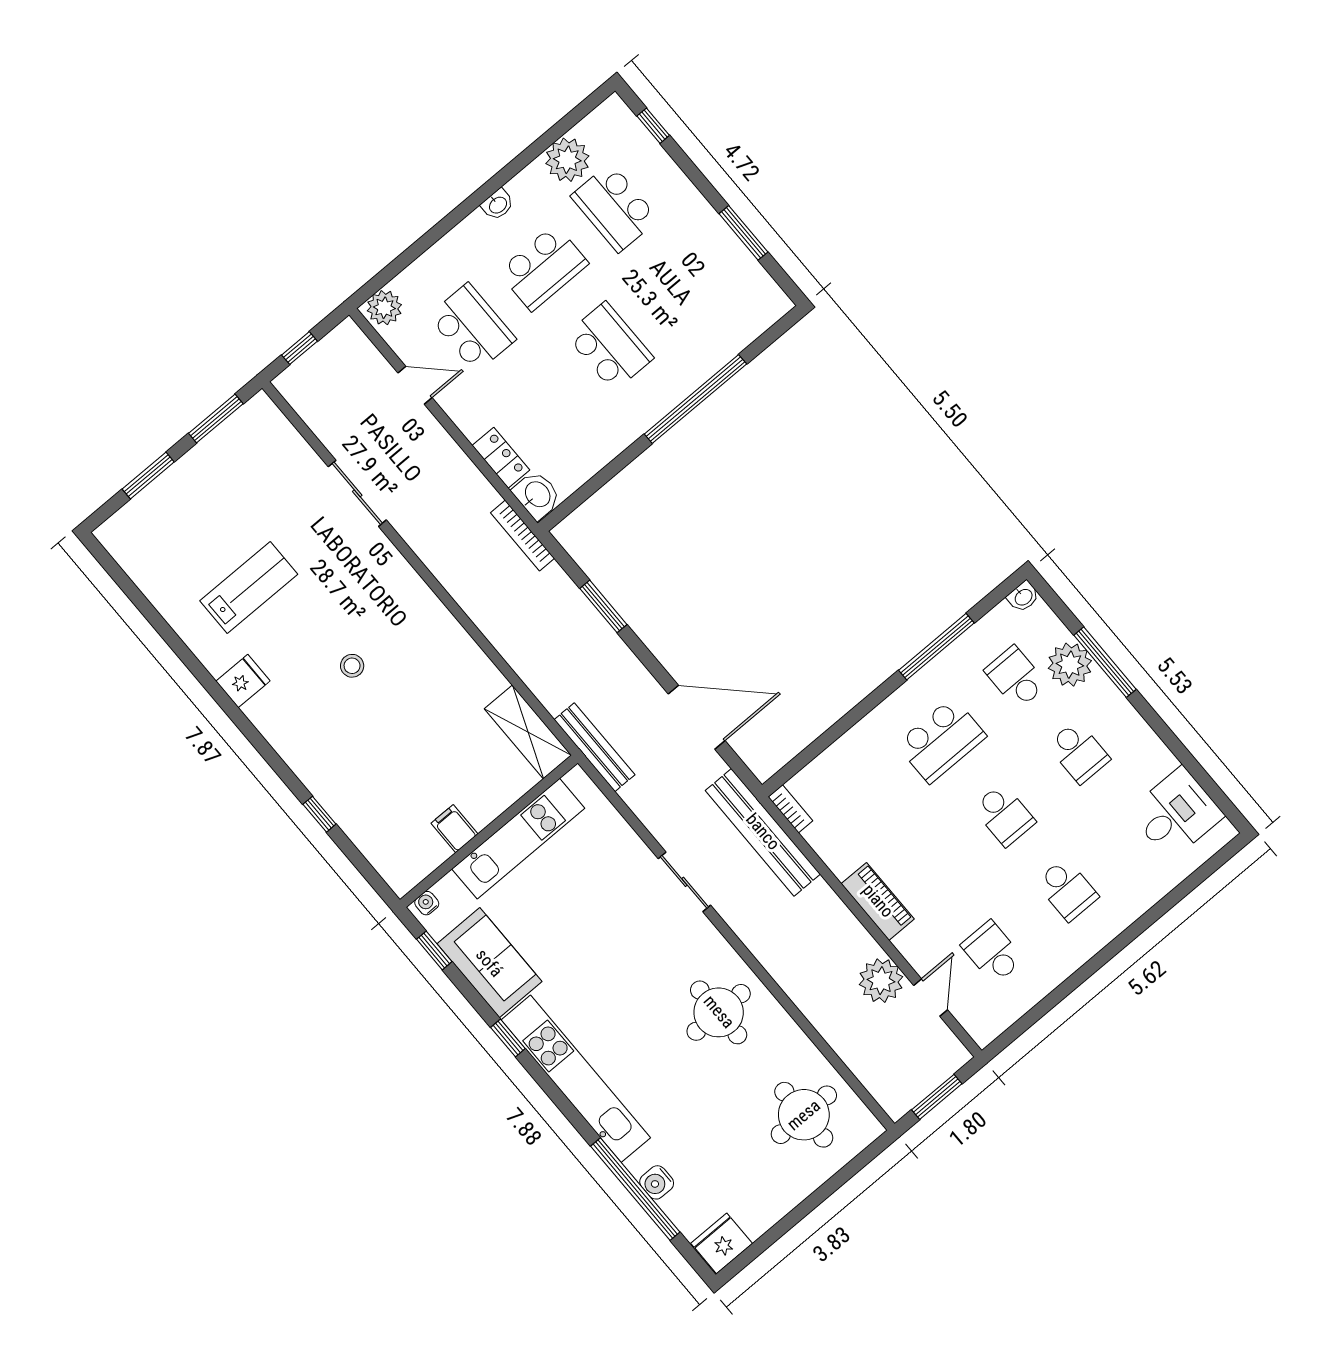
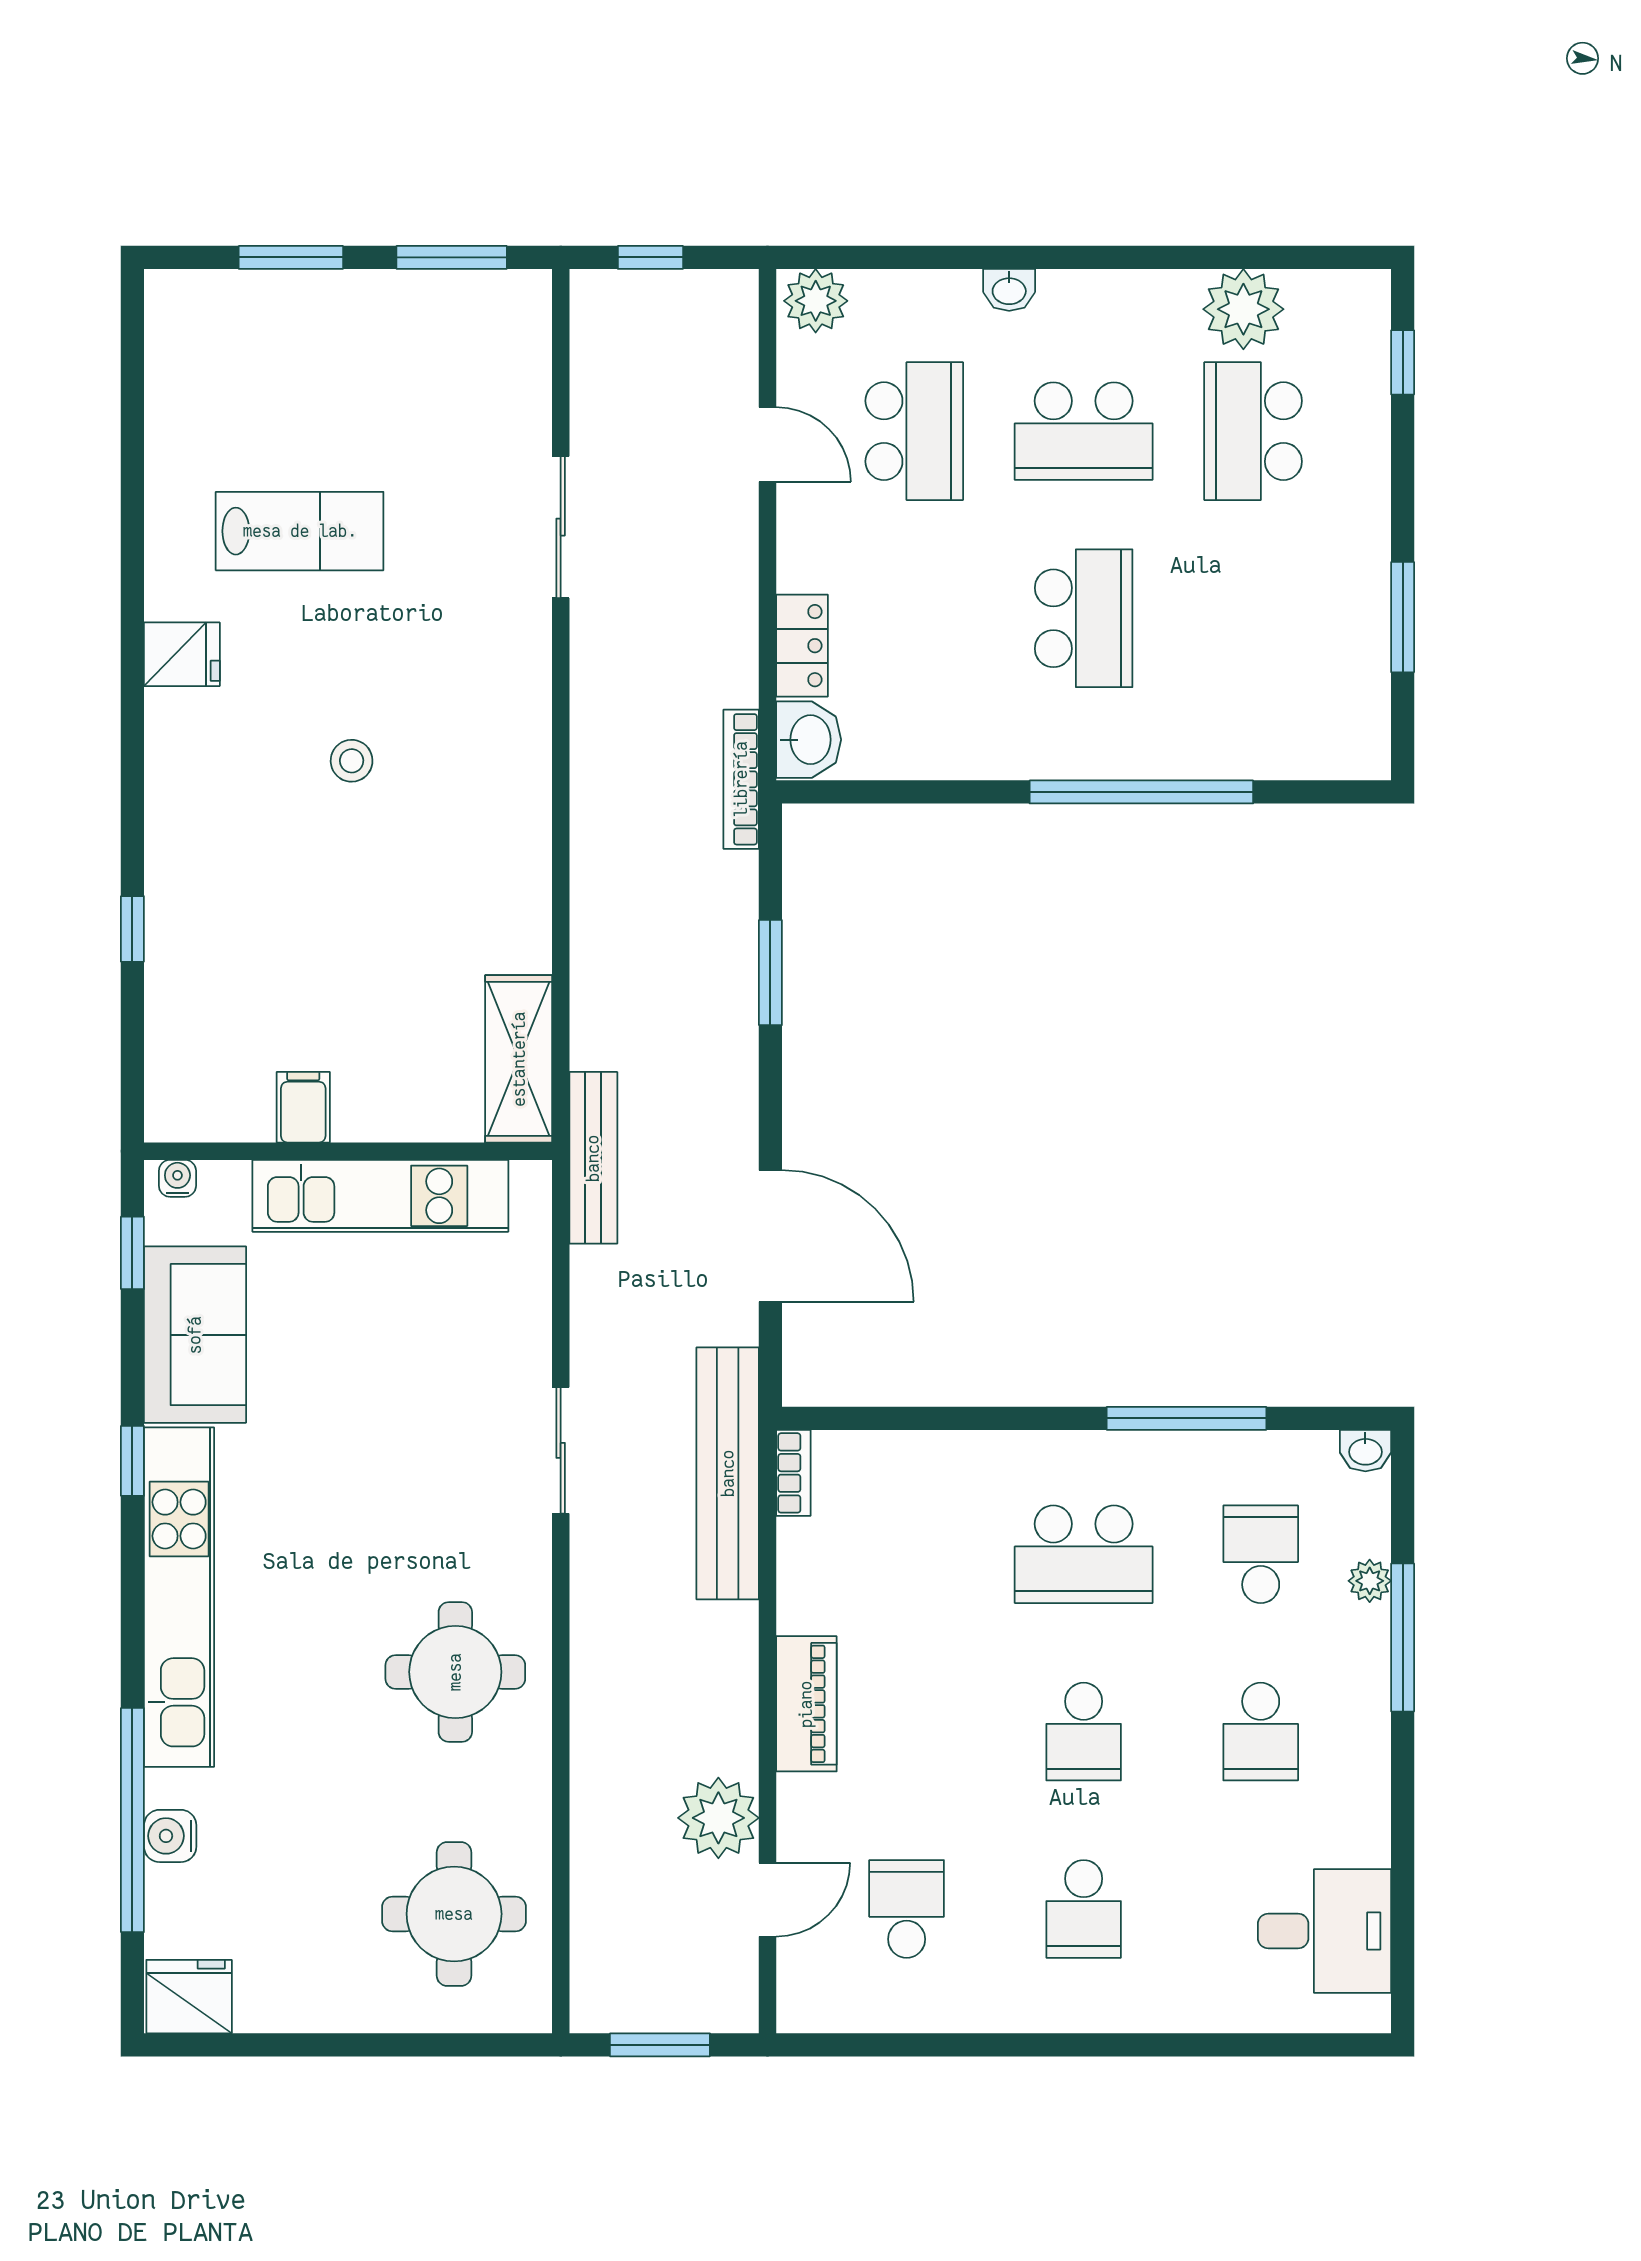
washbasin: (498, 205) -> (1009, 290), moved
plant: (1070, 665) -> (1370, 1581), width x0.53, depth x0.53

